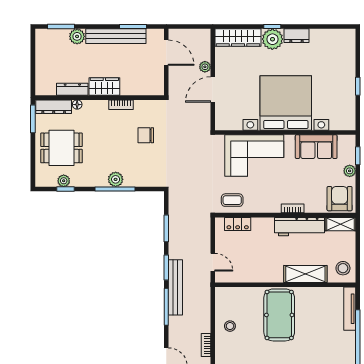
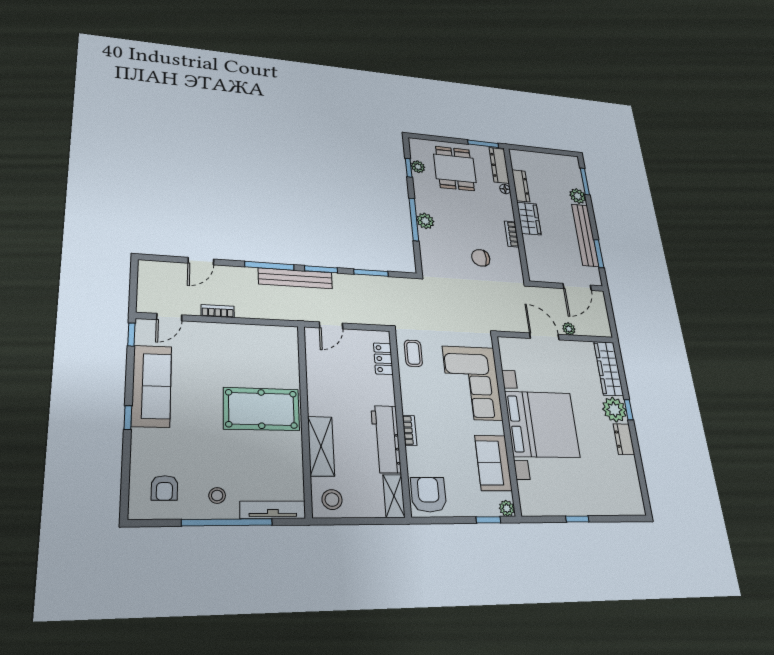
chair: (146, 135) -> (481, 258), turned -90
plant: (350, 171) -> (507, 508), moved
armchair: (340, 199) -> (429, 495), turned -90
stool: (230, 326) -> (217, 496), moved

